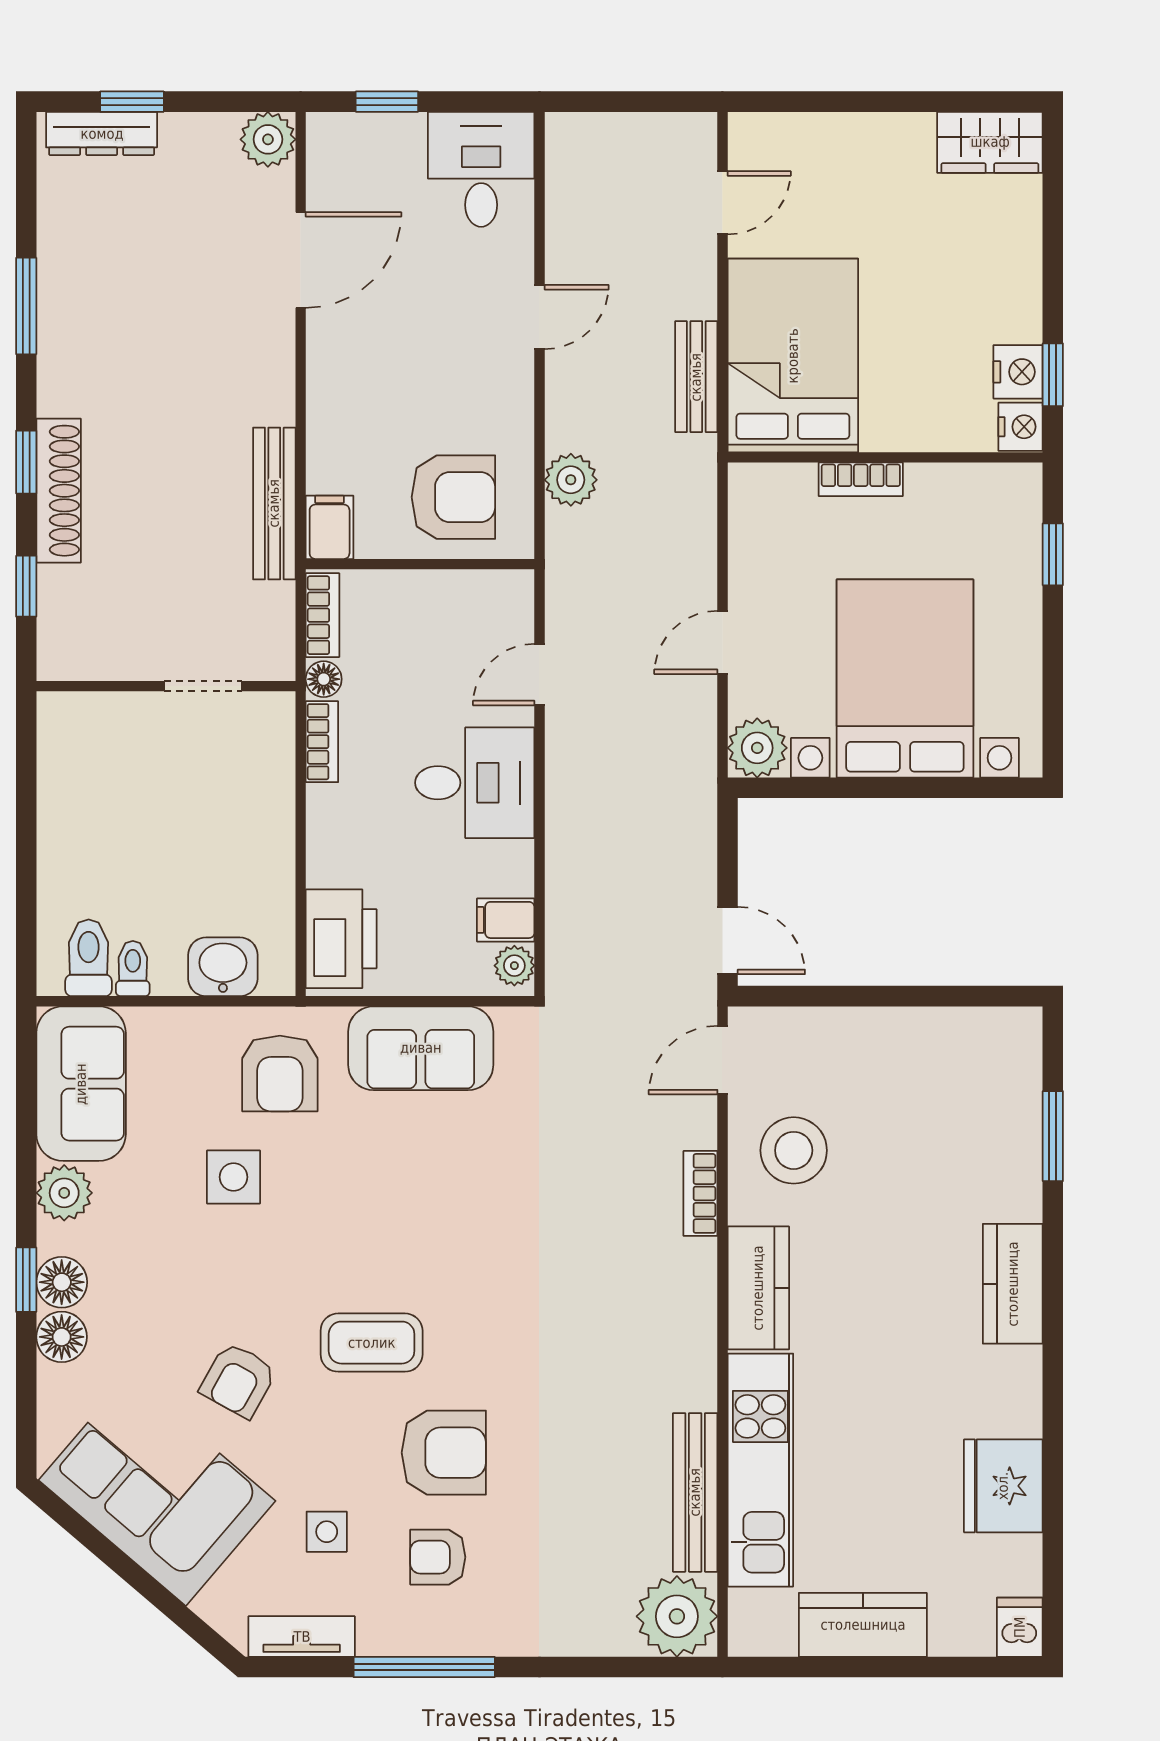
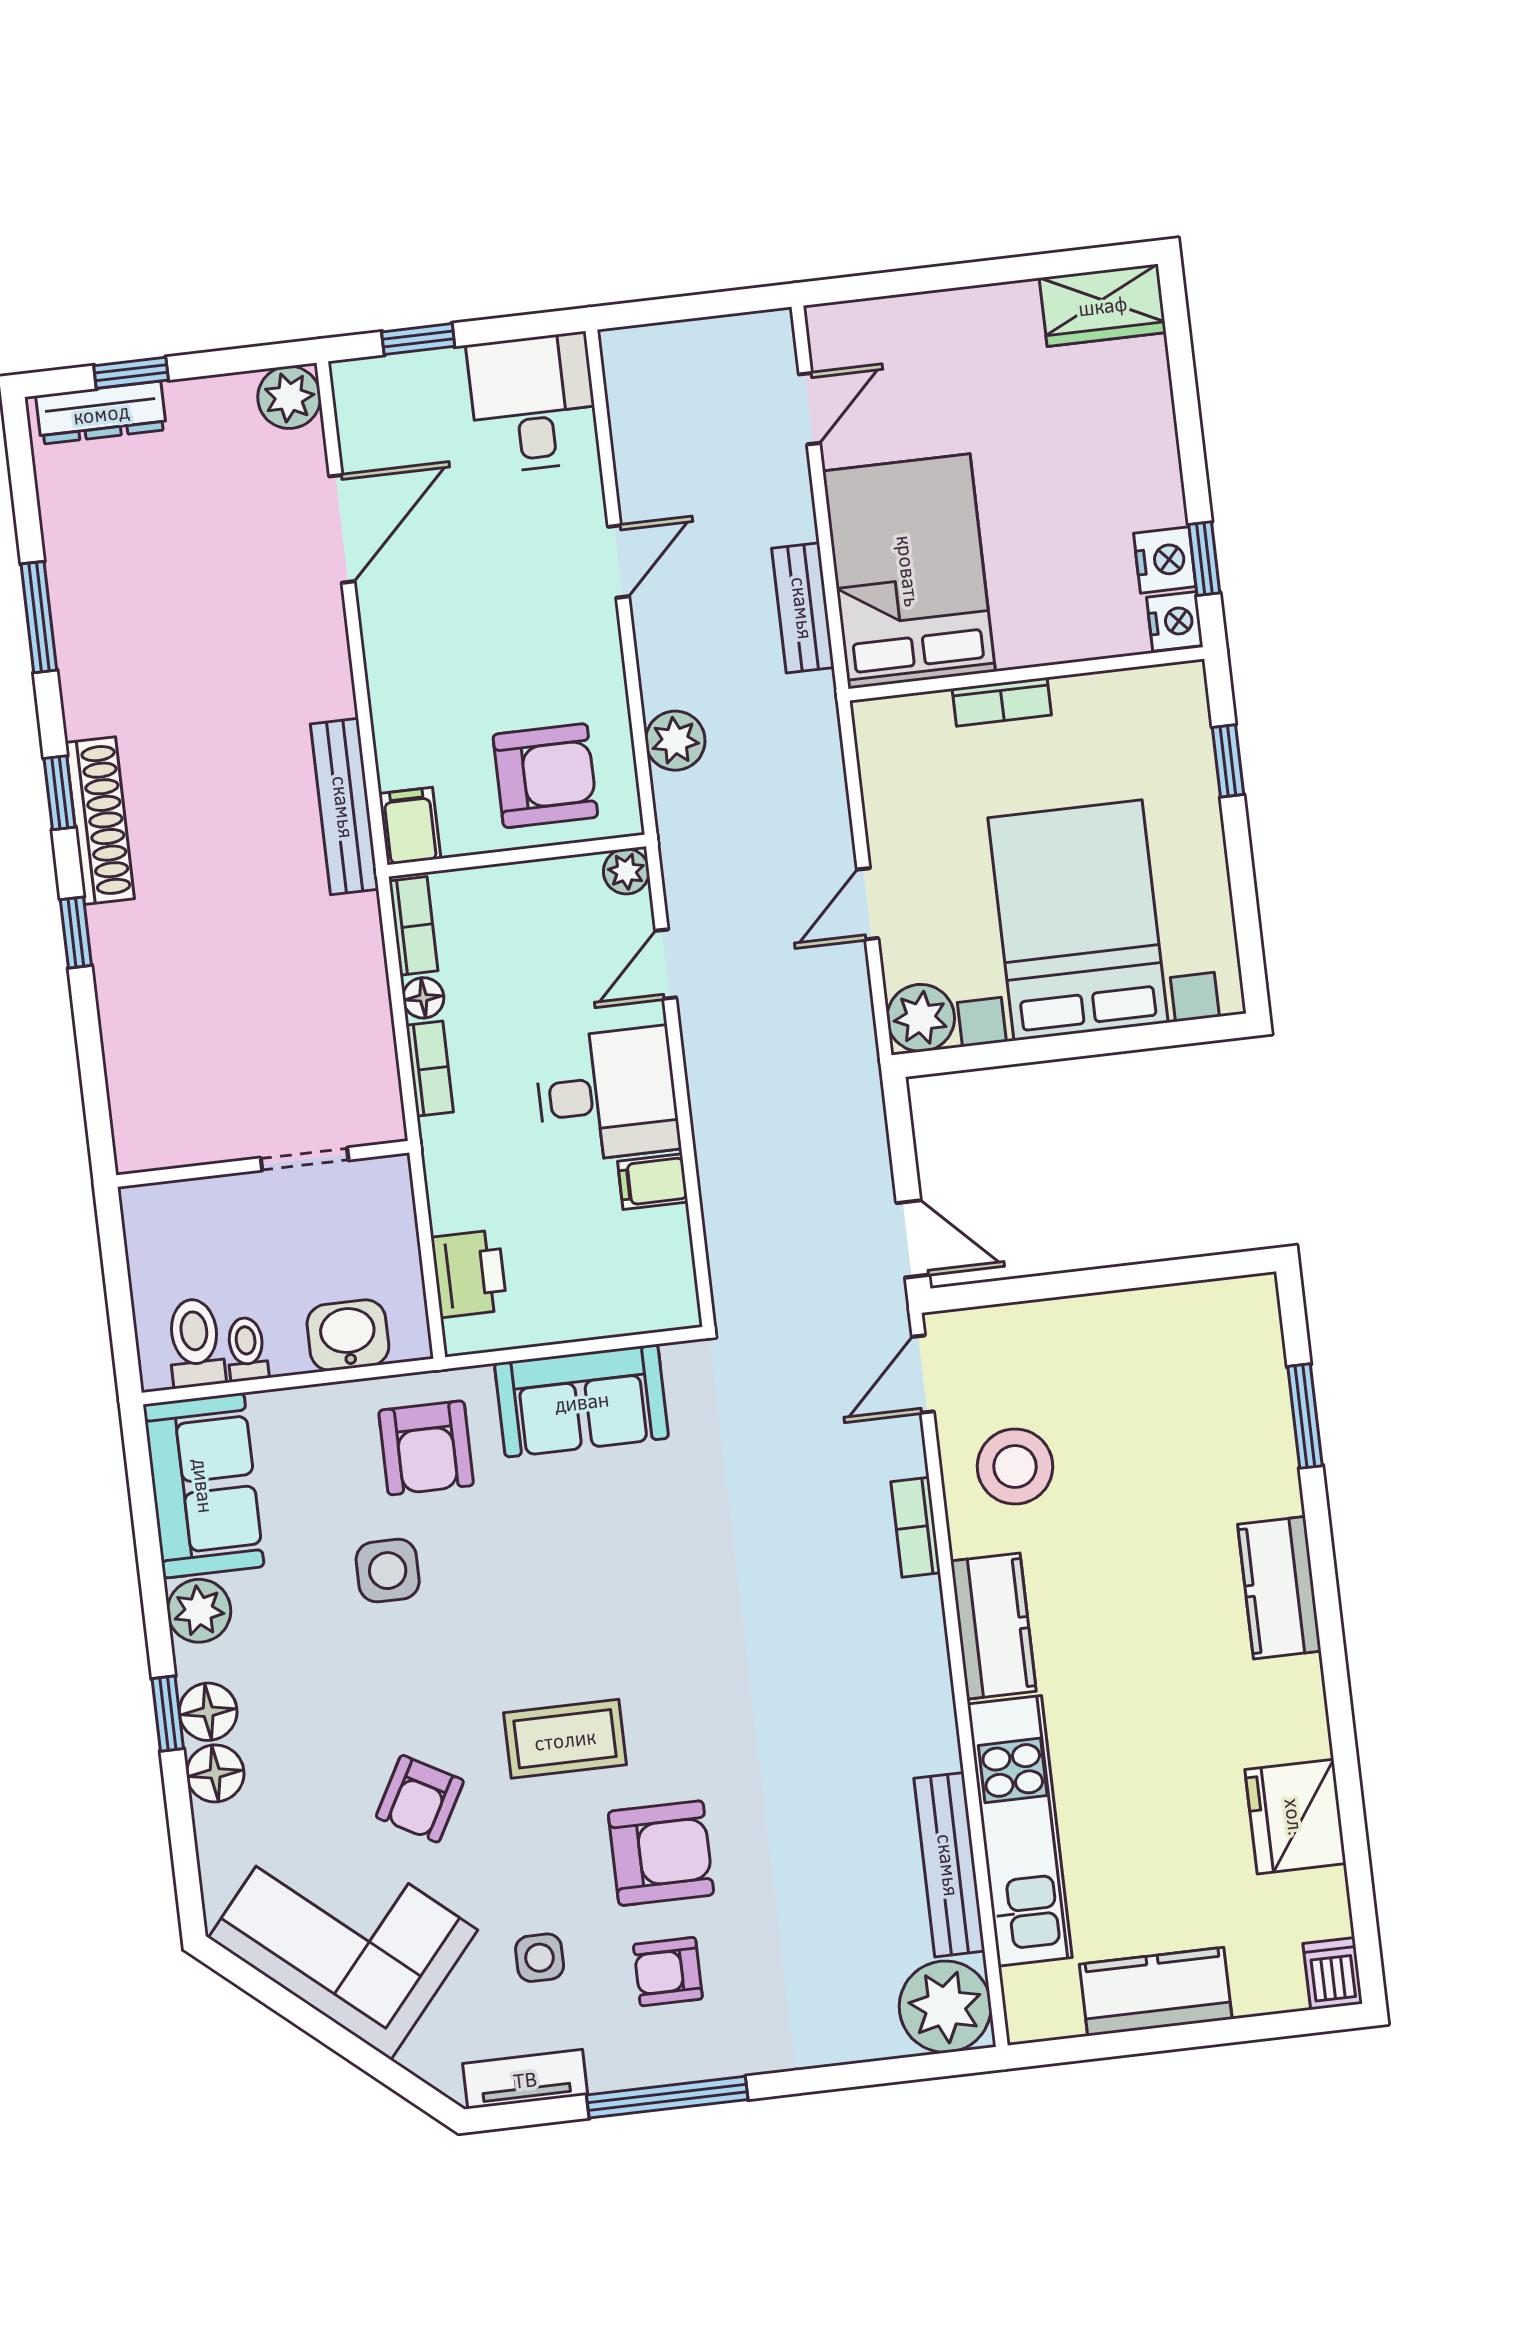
wall: (166, 686) -> (263, 1164), moved
doorway: (203, 686) -> (305, 1159), moved
filing cabinet: (506, 920) -> (653, 1182), moved
printer: (341, 939) -> (469, 1274), width x0.73, depth x0.84
plant: (514, 966) -> (626, 871), moved

